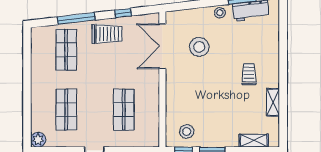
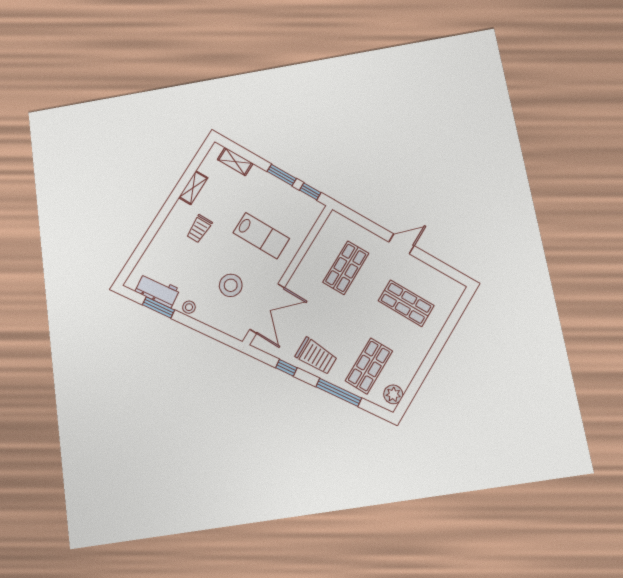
trolley: (107, 34) -> (316, 356), turned 180
lab bench: (199, 96) -> (261, 236), added
shop shelf: (66, 110) -> (406, 303), turned 90
stool: (187, 131) -> (295, 209), removed
plant: (38, 140) -> (393, 394), moved

